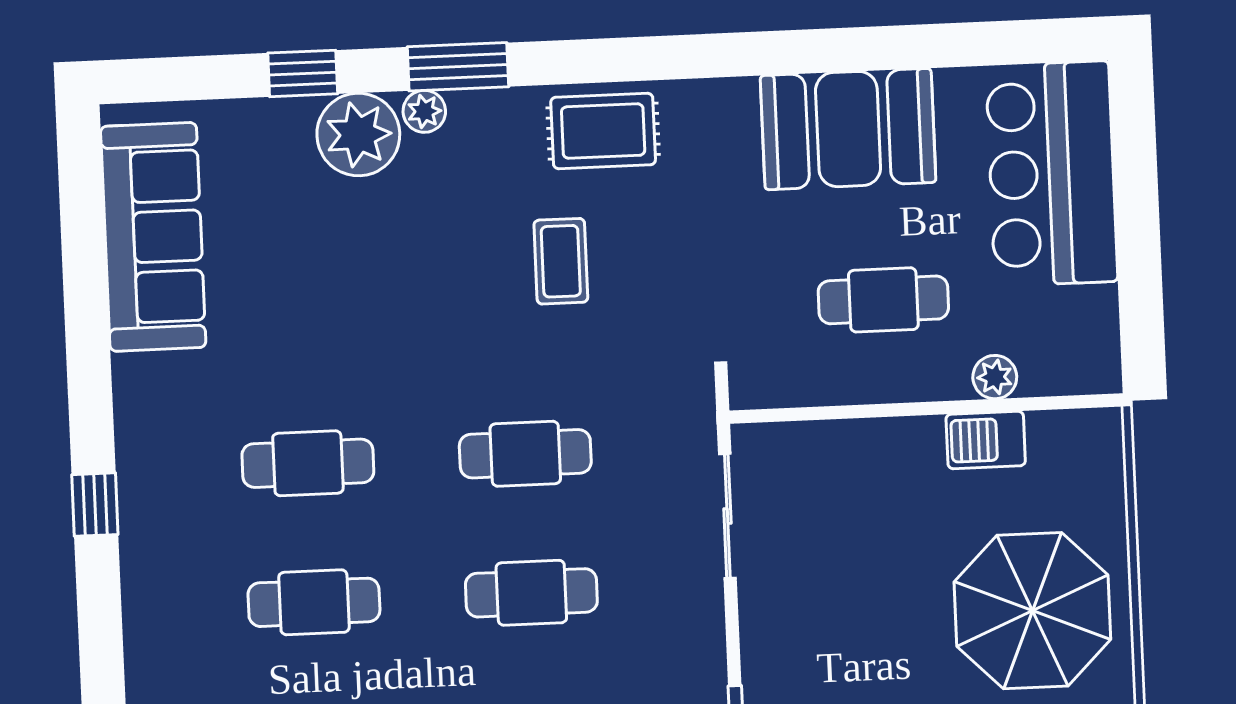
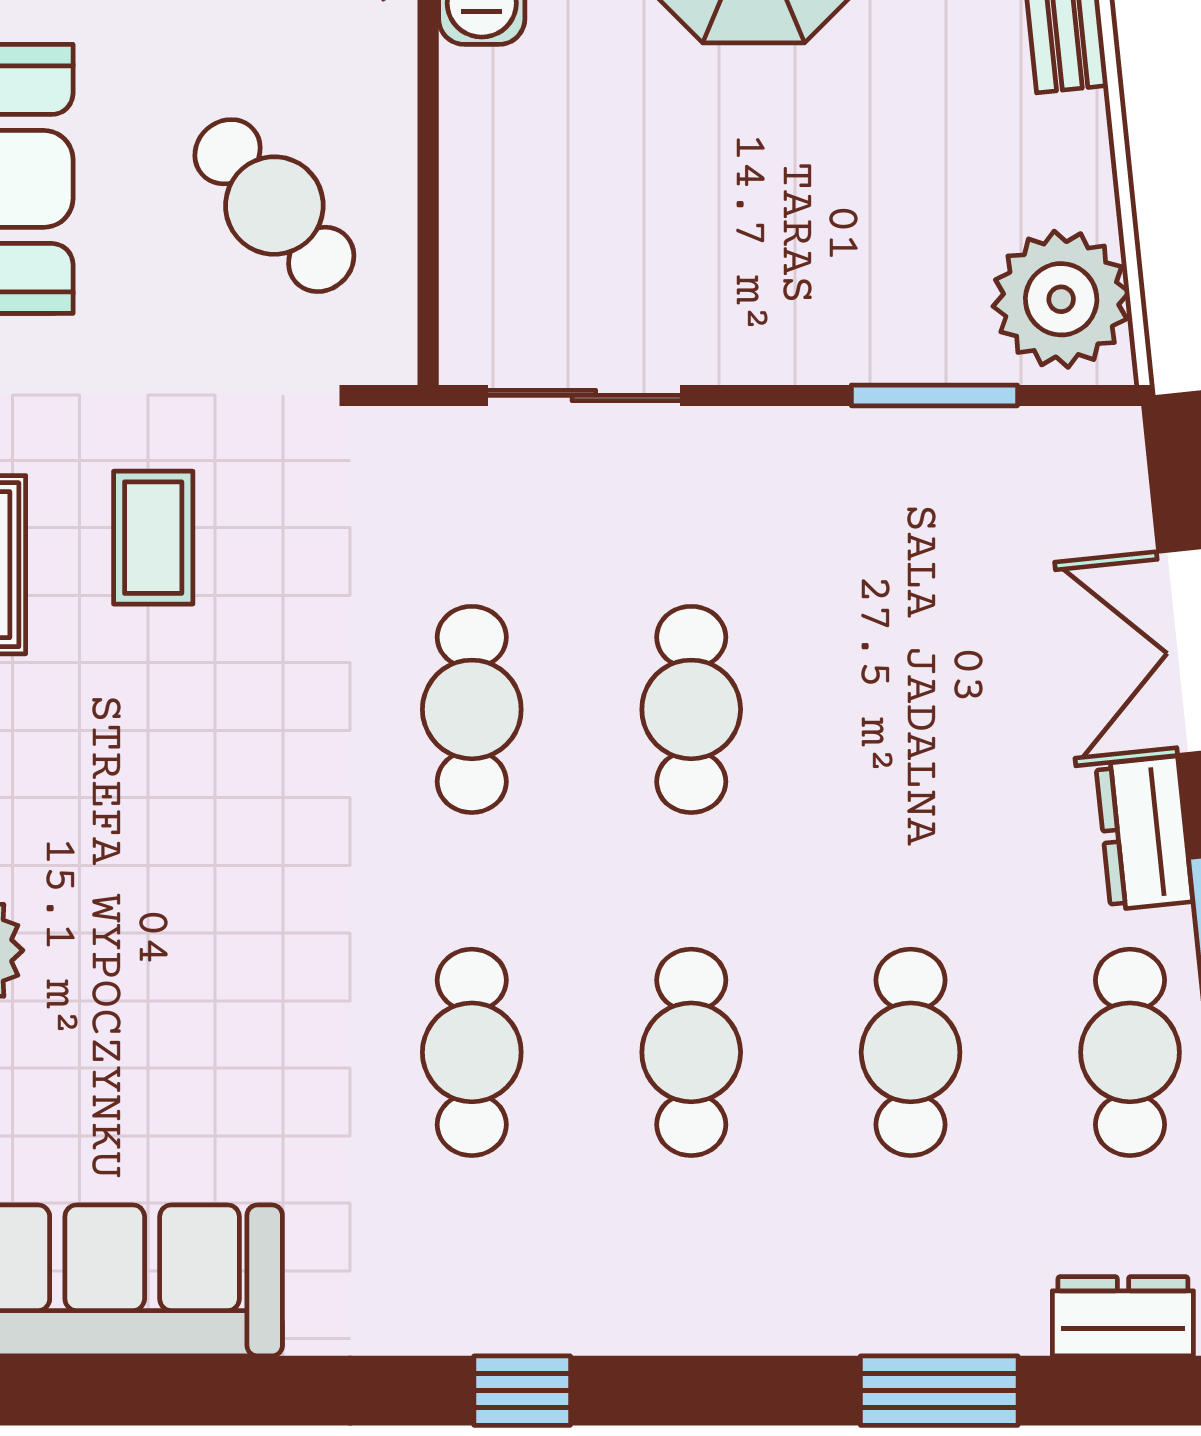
coffee table: (561, 261) -> (153, 538), moved, turned 90
cafe table: (883, 300) -> (274, 206), moved, turned -41

